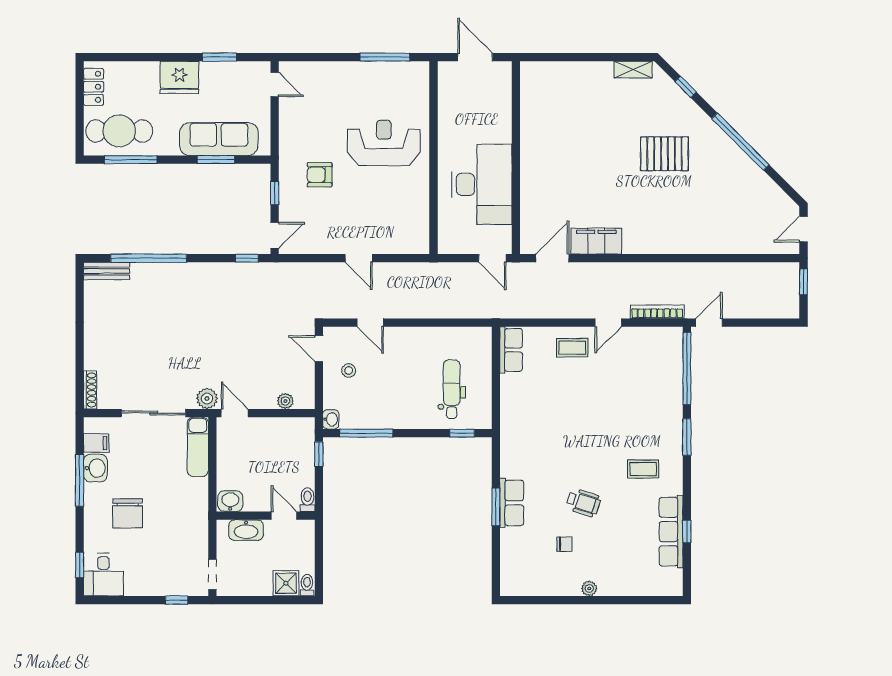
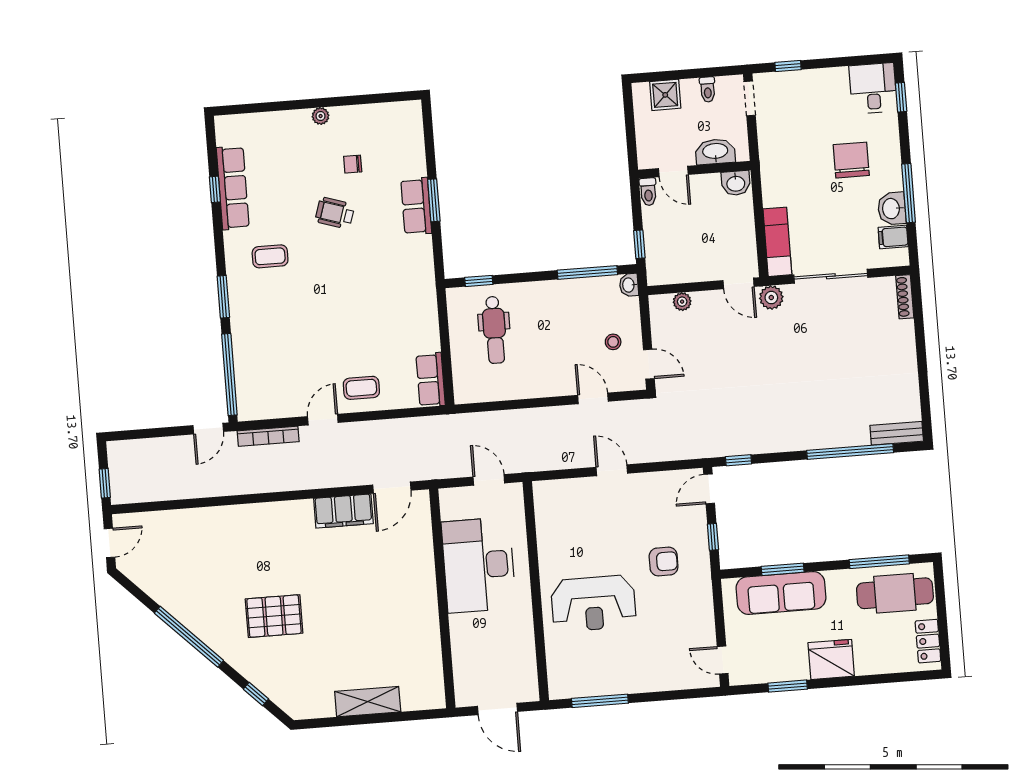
shelving: (633, 70) -> (368, 702), moved, width x1.50, depth x1.33
door: (492, 258) -> (489, 480), moved
toilet: (307, 585) -> (708, 89), moved

